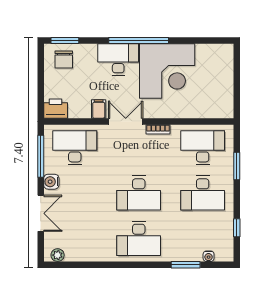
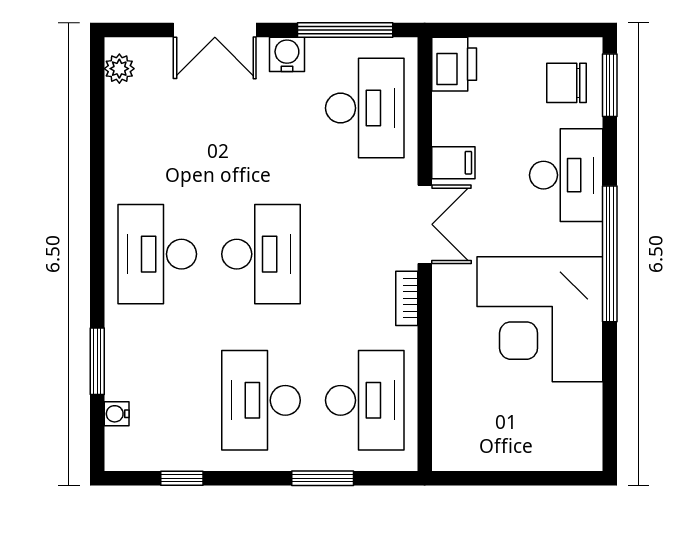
desk: (118, 60) -> (566, 175), moved
desk: (139, 193) -> (261, 254), turned 180

